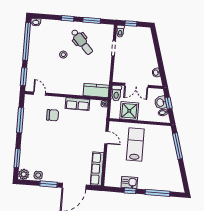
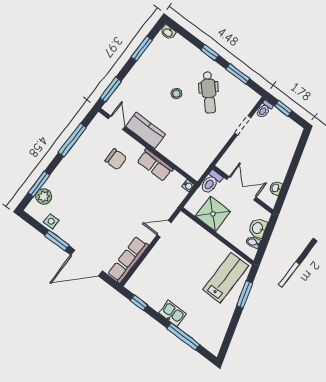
window: (27, 41) -> (142, 48), width x0.47
double door: (136, 85) -> (242, 188), swing flipped
kitchen counter: (96, 90) -> (145, 130), moved
window: (169, 103) -> (267, 235), removed
door: (106, 138) -> (164, 229), swing flipped
lab bench: (135, 144) -> (226, 278), moved
window: (178, 146) -> (245, 295), width x0.69
plant: (24, 174) -> (44, 196), moved
kitchen sink: (129, 182) -> (173, 313), moved
window: (130, 191) -> (139, 303), moved

